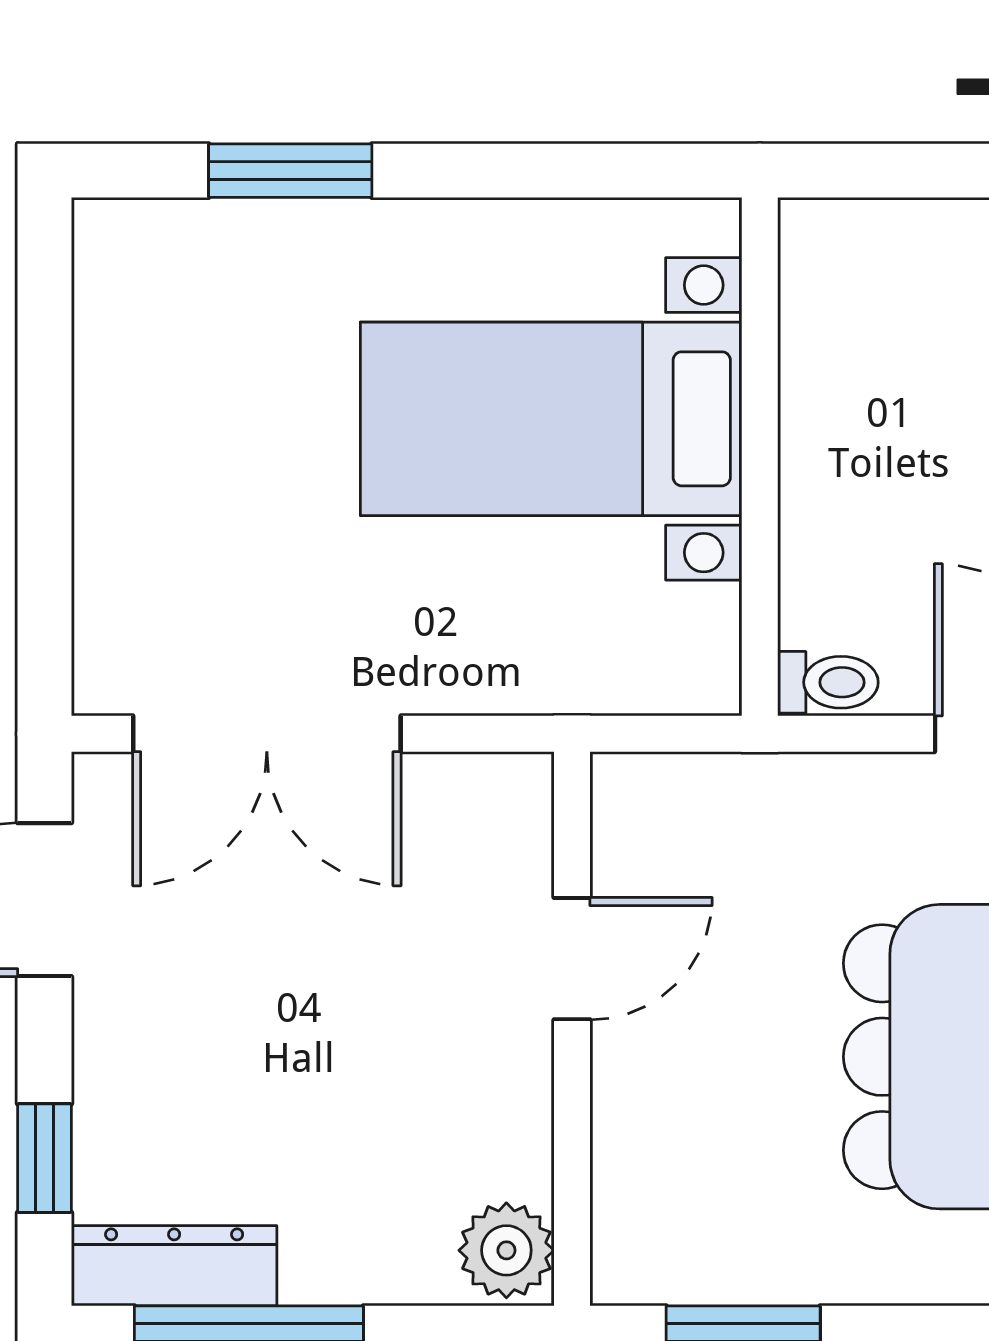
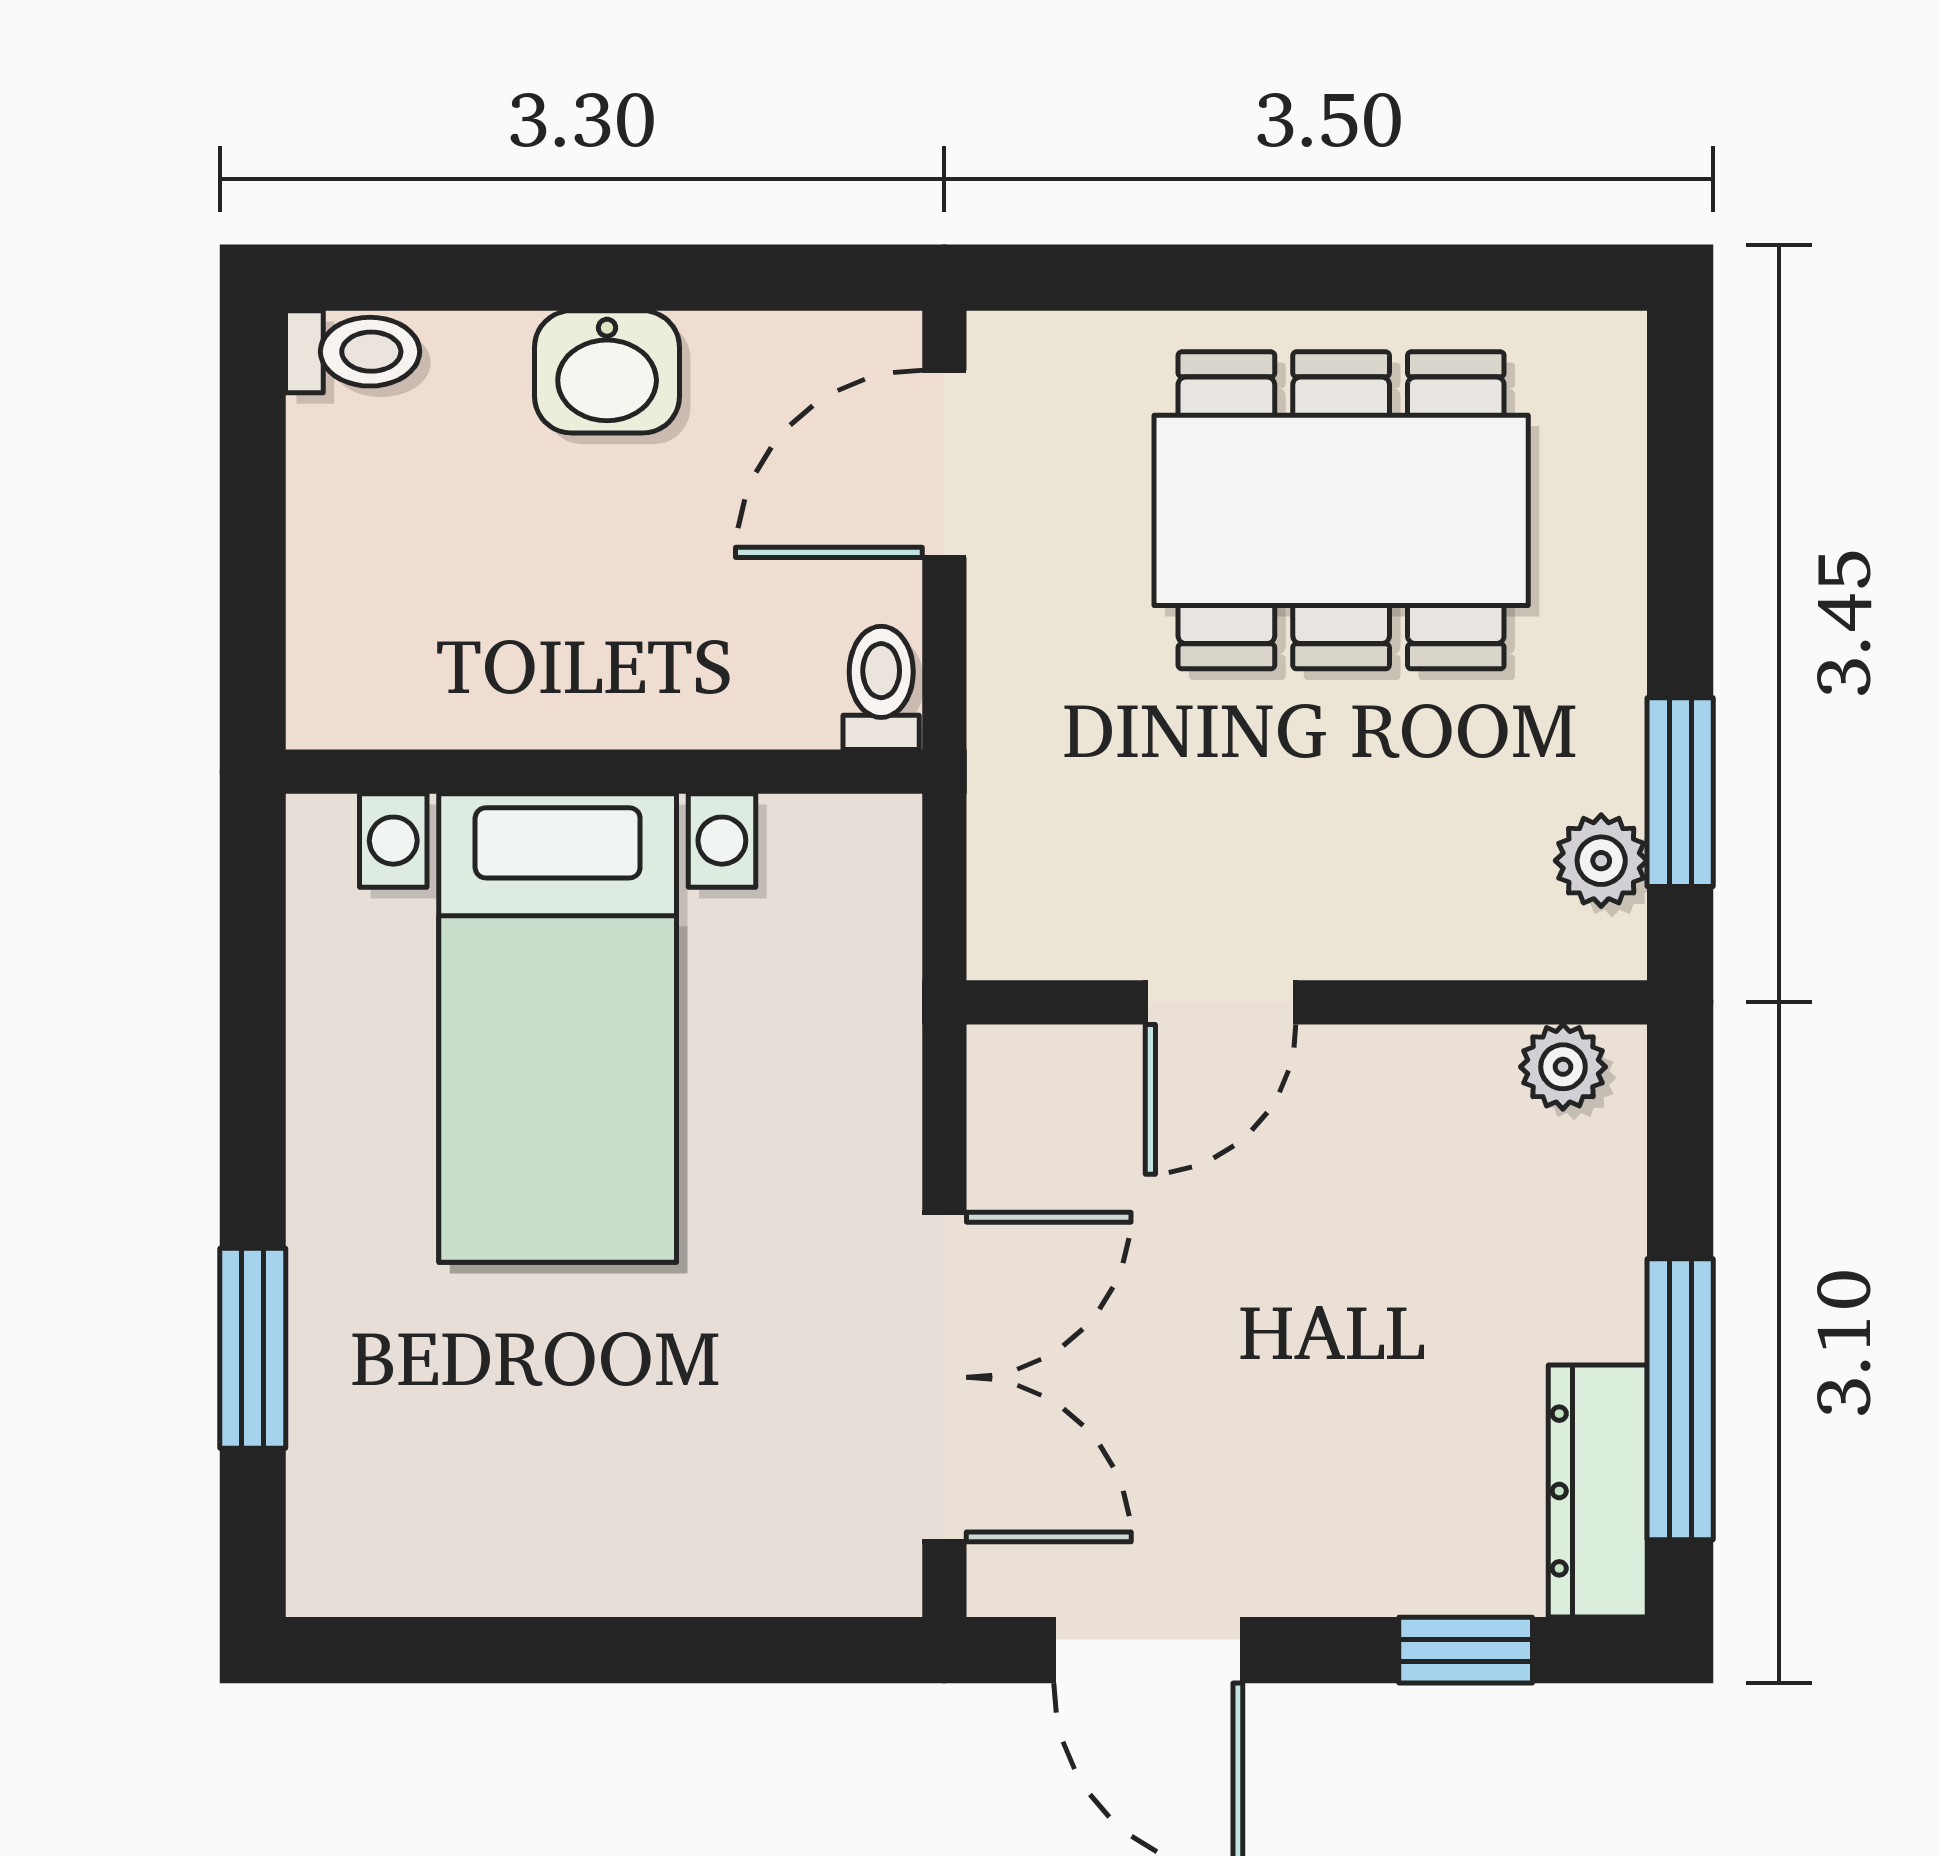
door: (572, 959) -> (1221, 1002), swing flipped
plant: (506, 1250) -> (1563, 1067), width x0.73, depth x0.73
plant: (687, 1268) -> (1601, 861), added

